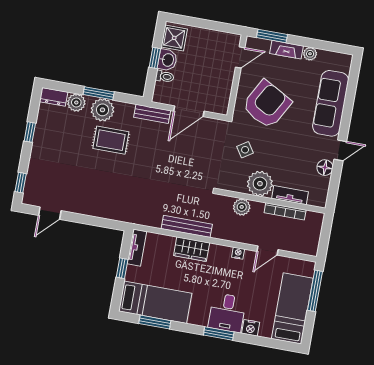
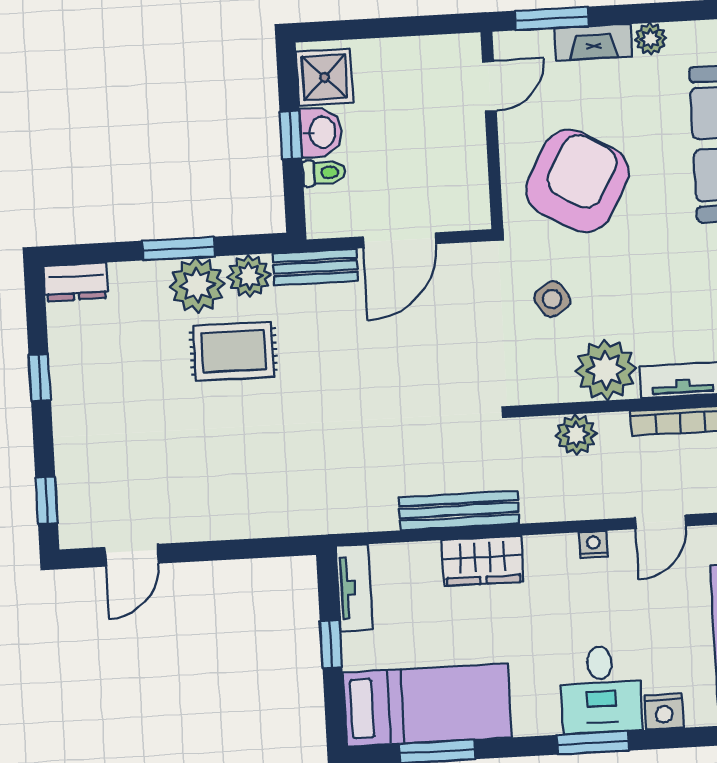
plant: (76, 103) -> (249, 276), moved

